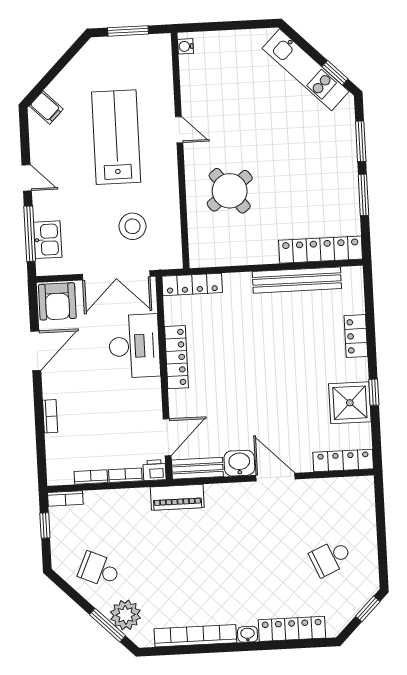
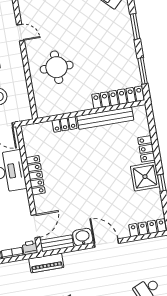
round table: (230, 191) -> (57, 67), turned 38
window: (363, 195) -> (143, 71), moved
locker: (192, 284) -> (65, 124), moved, width x0.66
shower: (350, 403) -> (145, 177), moved

